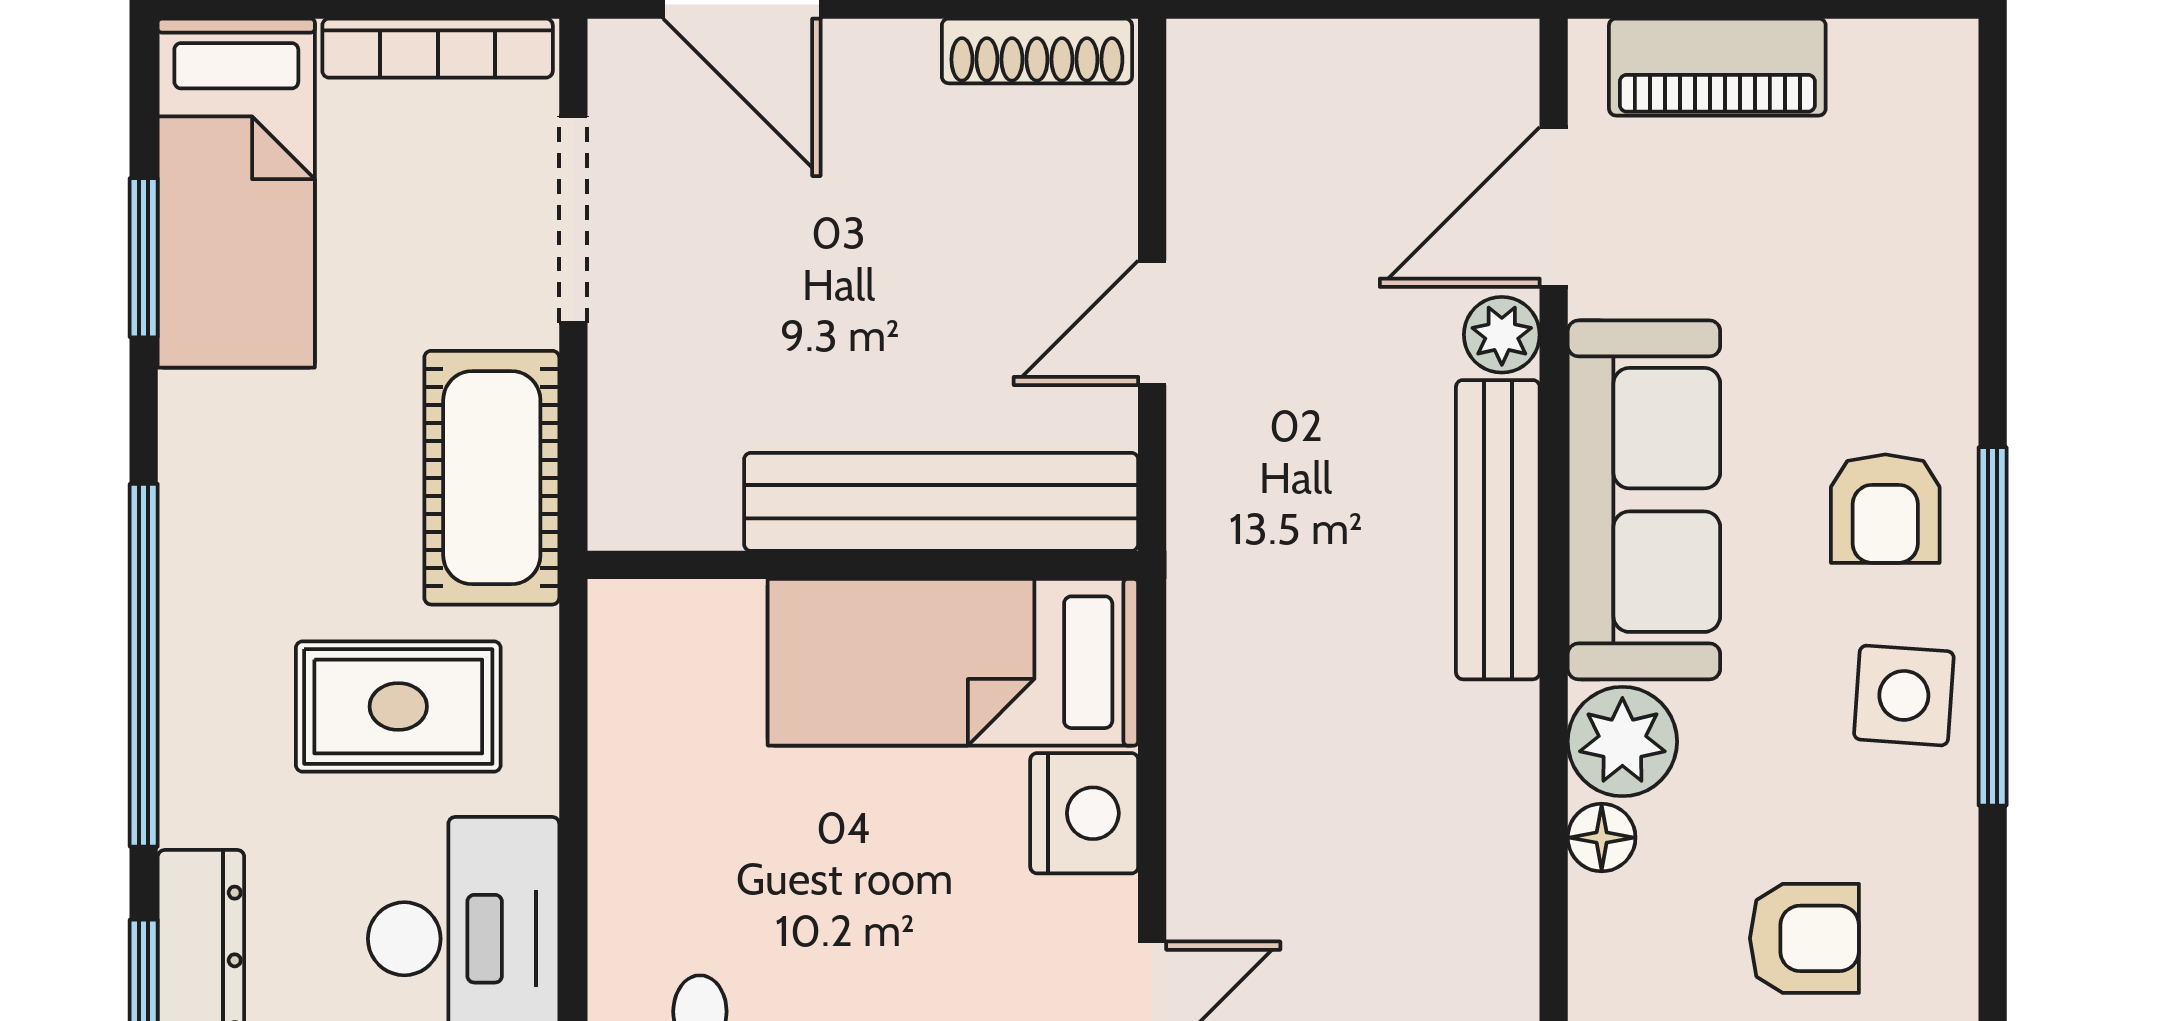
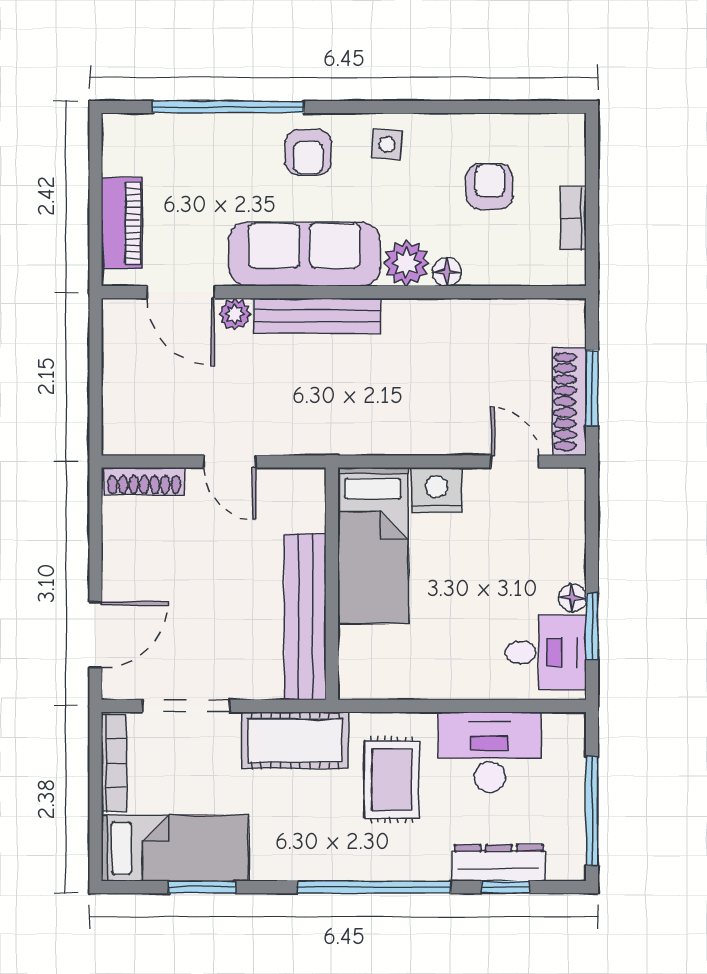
shoe rack: (1037, 51) -> (144, 481), moved, turned 90
bench: (941, 502) -> (305, 617), moved
armchair: (1885, 509) -> (308, 152), turned 90
window: (1993, 626) -> (228, 107), moved
side table: (1904, 695) -> (387, 144), width x0.73, depth x0.73

